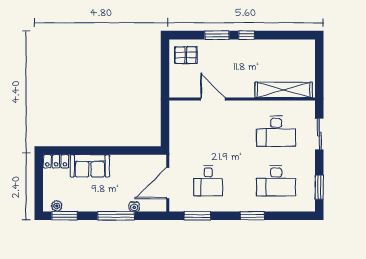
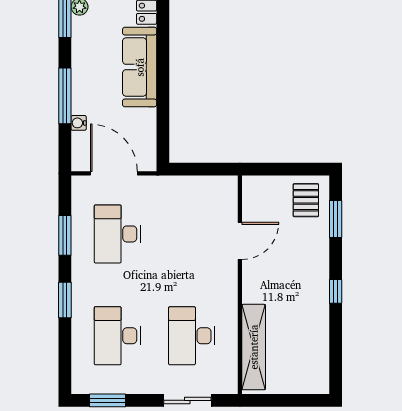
window: (217, 35) -> (336, 219), moved
sofa: (90, 166) -> (140, 67), width x1.36
desk: (208, 181) -> (117, 234), width x1.37
window: (197, 216) -> (65, 235), moved

